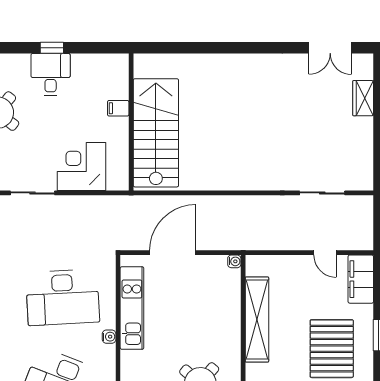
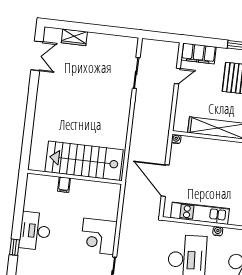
desk: (51, 74) -> (35, 231), moved, width x1.37
filing cabinet: (118, 108) -> (64, 185), moved
wall: (131, 122) -> (75, 177), moved
stairs: (156, 133) -> (84, 161), moved

